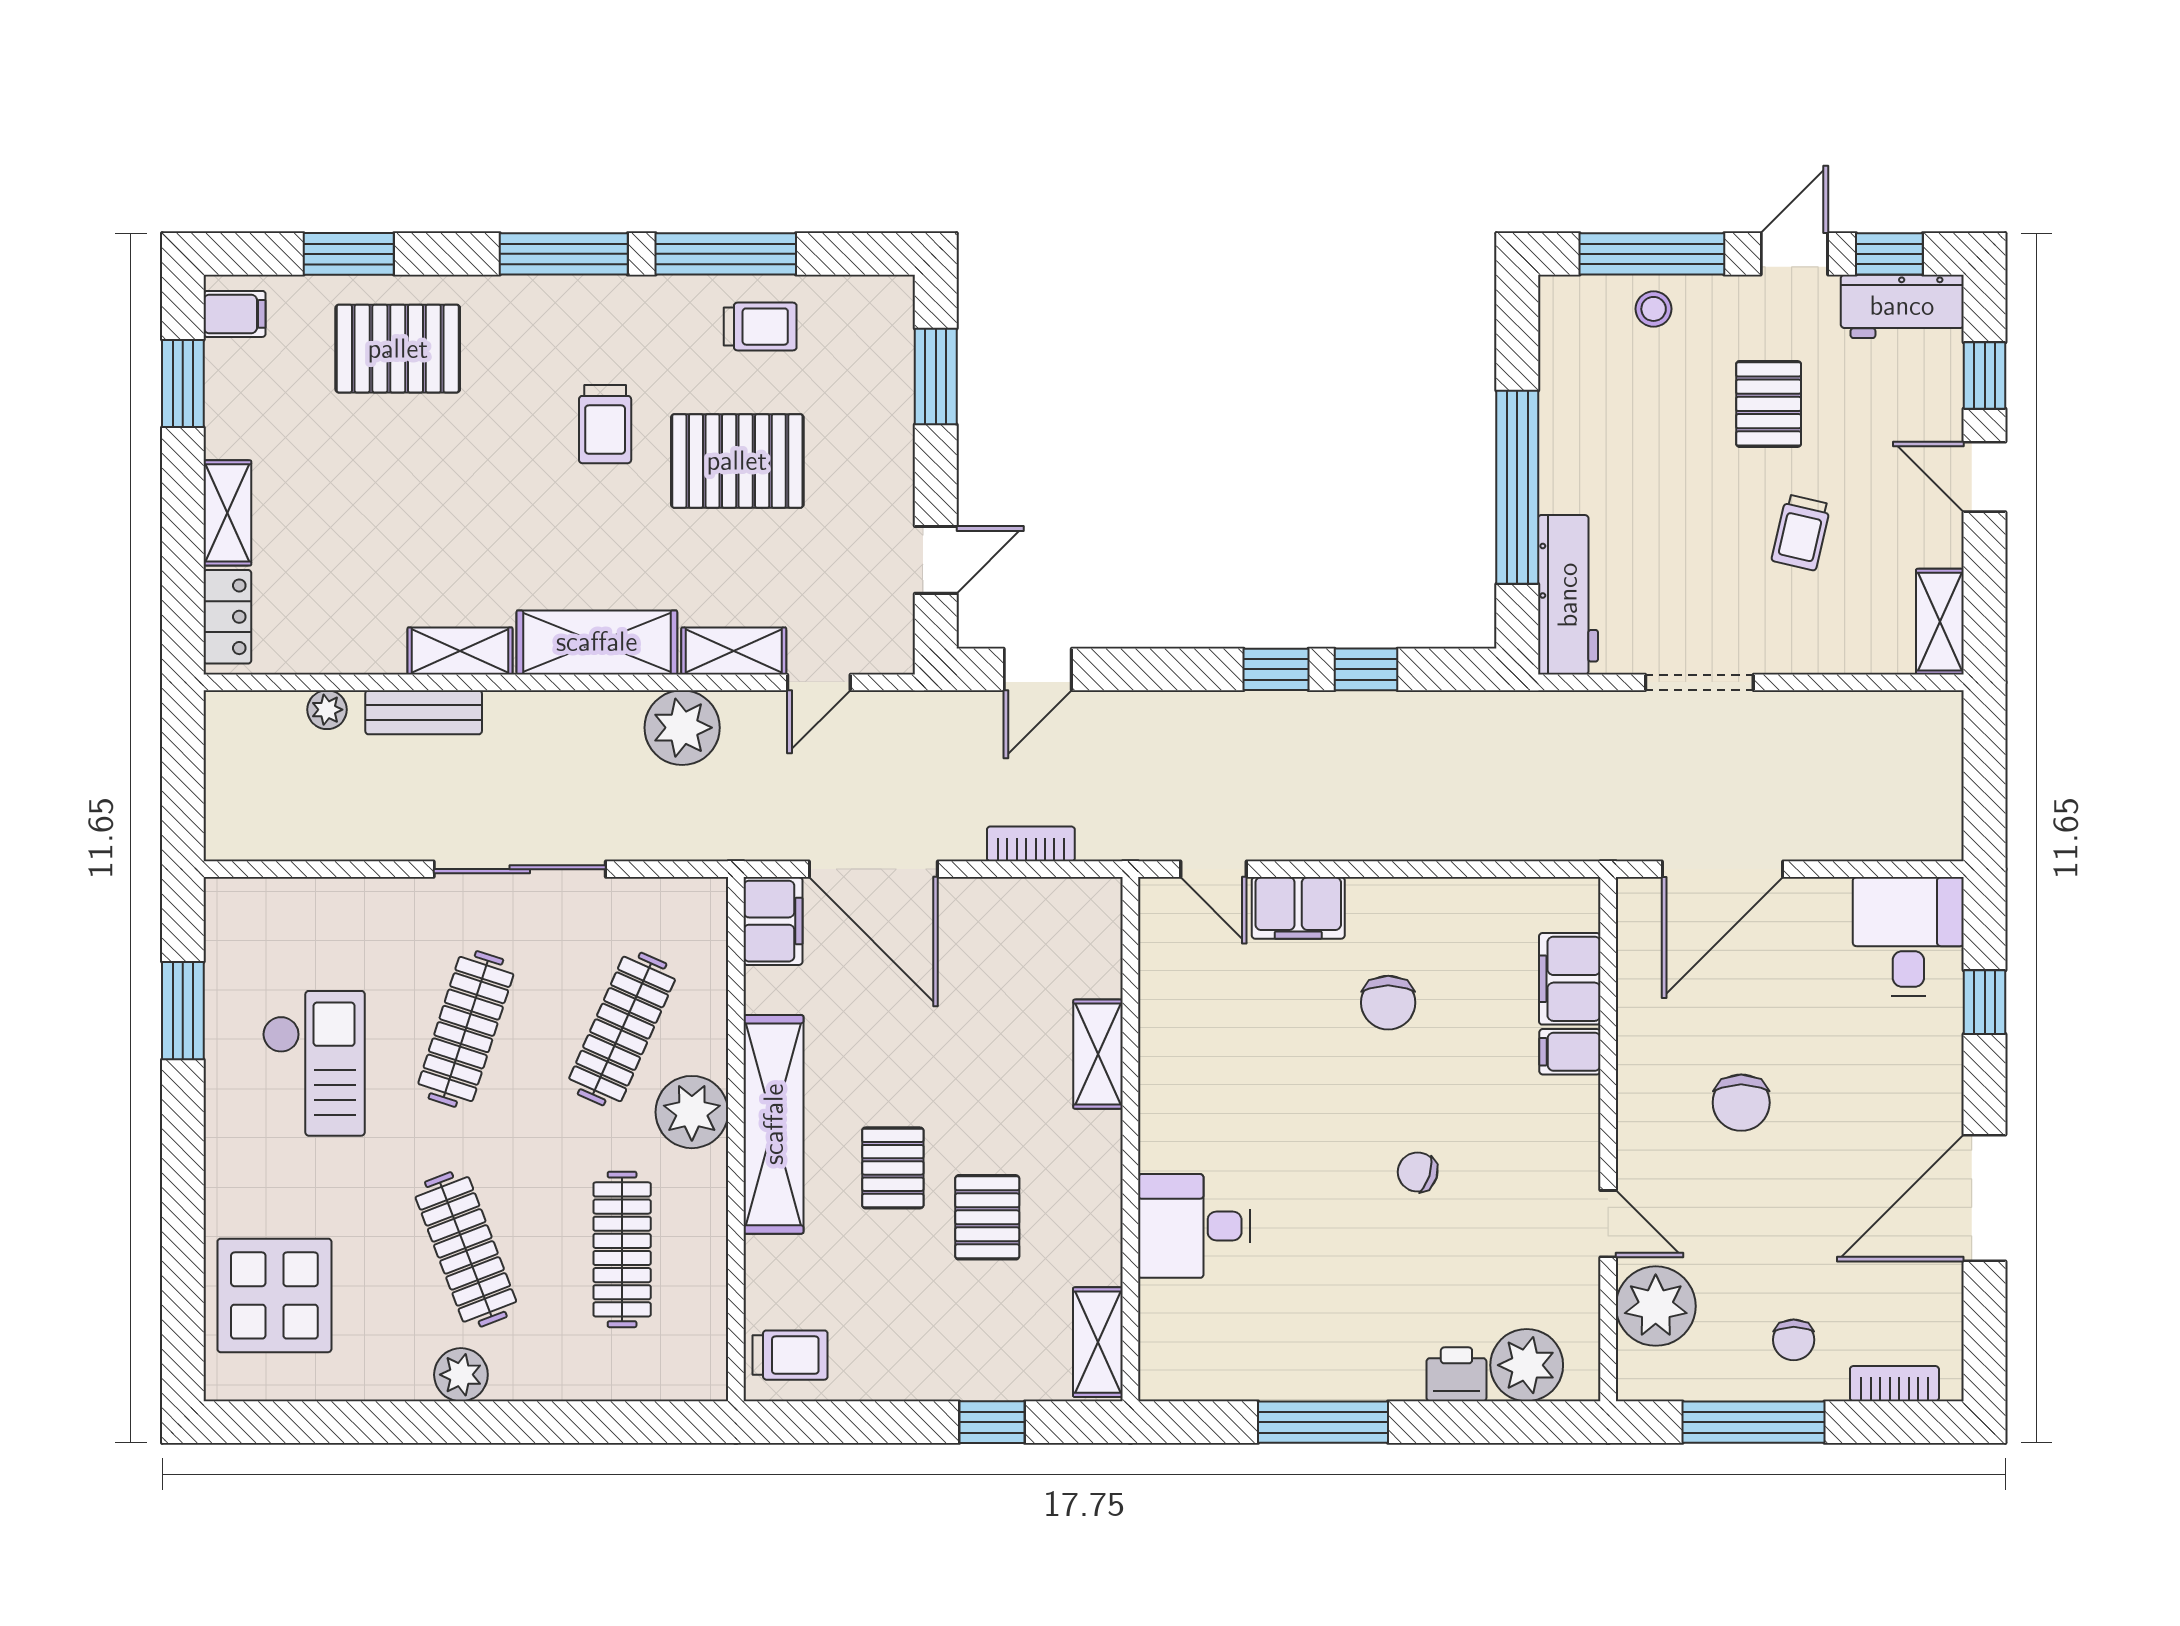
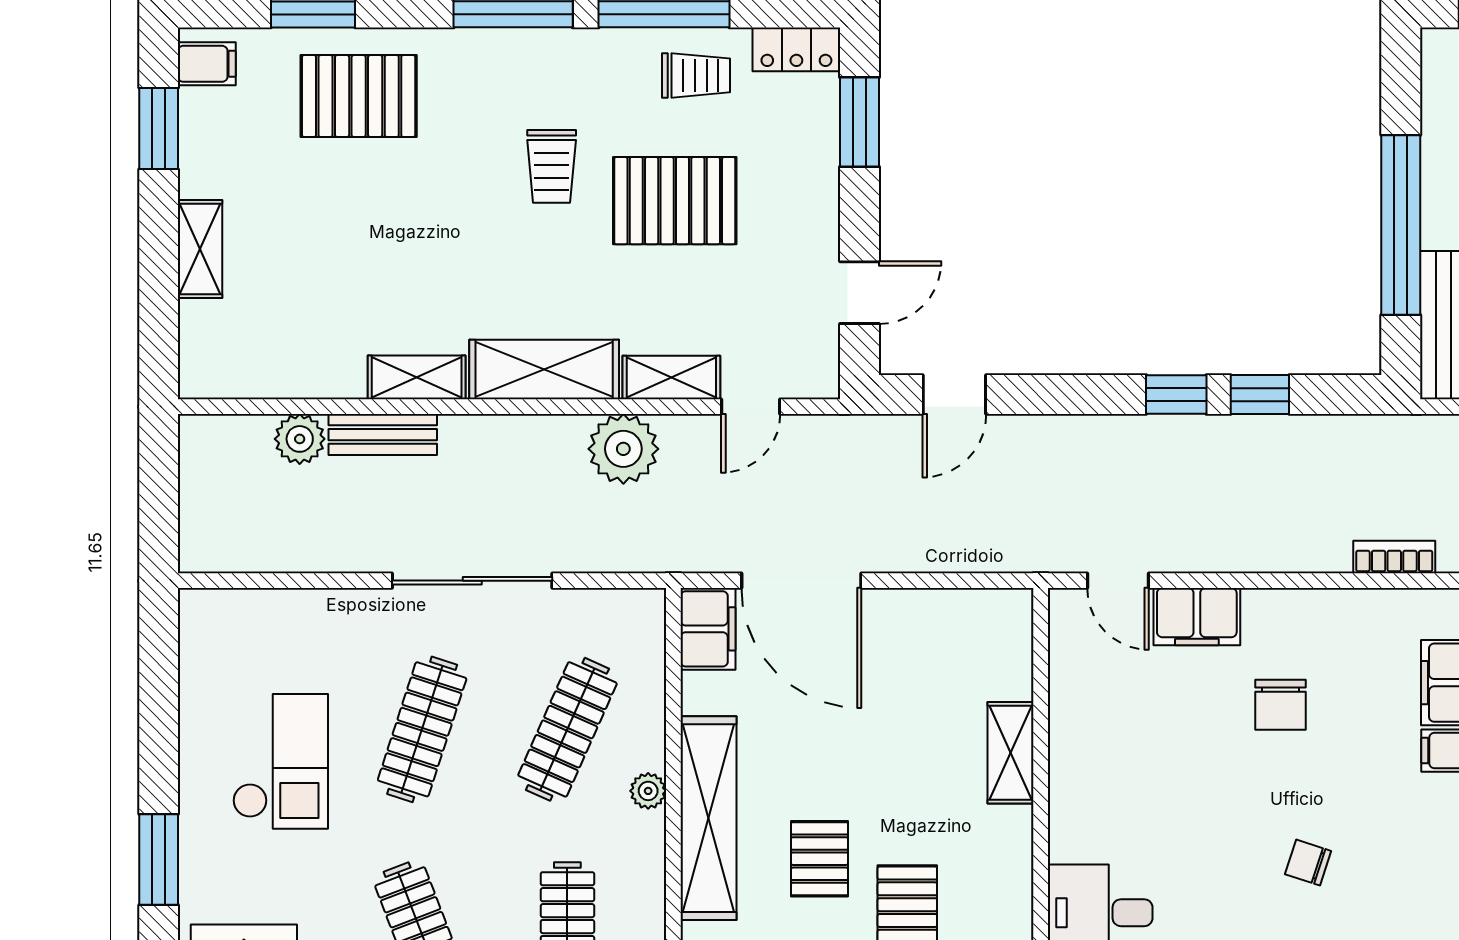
locker: (227, 617) -> (796, 49), moved, turned 90
plant: (327, 710) -> (300, 439), width x1.38, depth x1.38
bookcase: (1031, 844) -> (1394, 557), moved
window: (183, 1011) -> (159, 859), moved
plant: (692, 1112) -> (648, 791), width x0.53, depth x0.53

